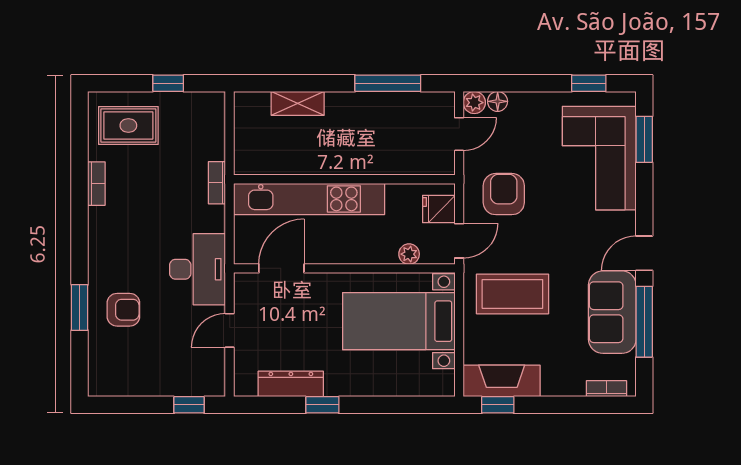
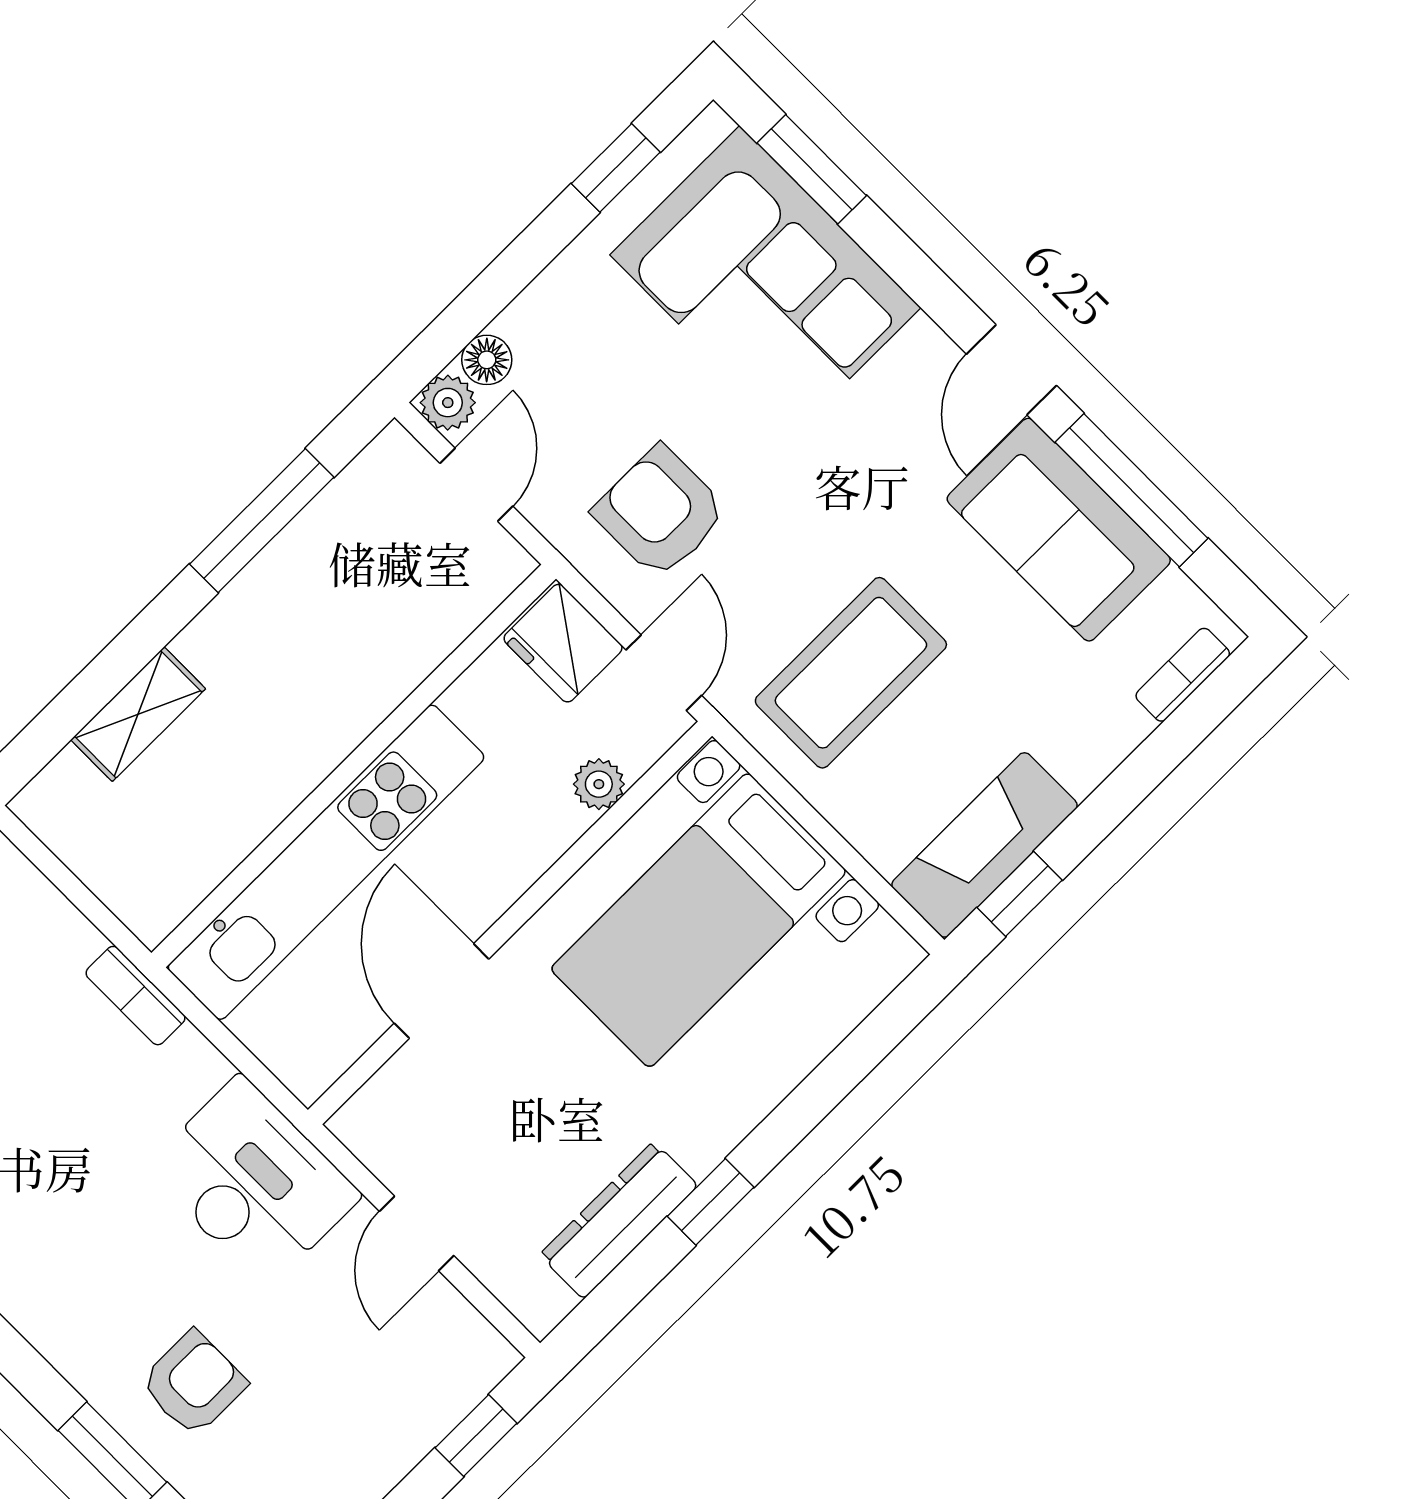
fridge: (439, 209) -> (563, 643), width x1.38
door: (281, 268) -> (442, 991), moved

